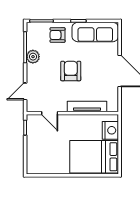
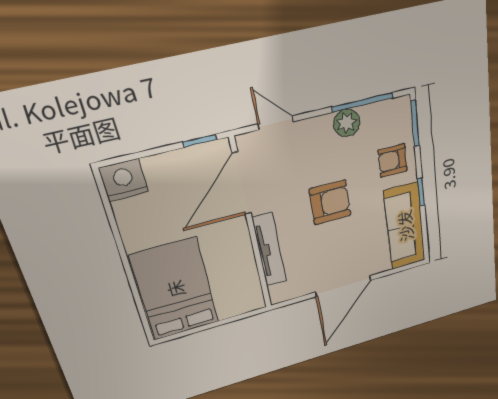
armchair: (58, 35) -> (393, 161), turned -90
door: (50, 113) -> (242, 184), width x1.87
nightstand: (110, 130) -> (124, 180), moved, turned 180

